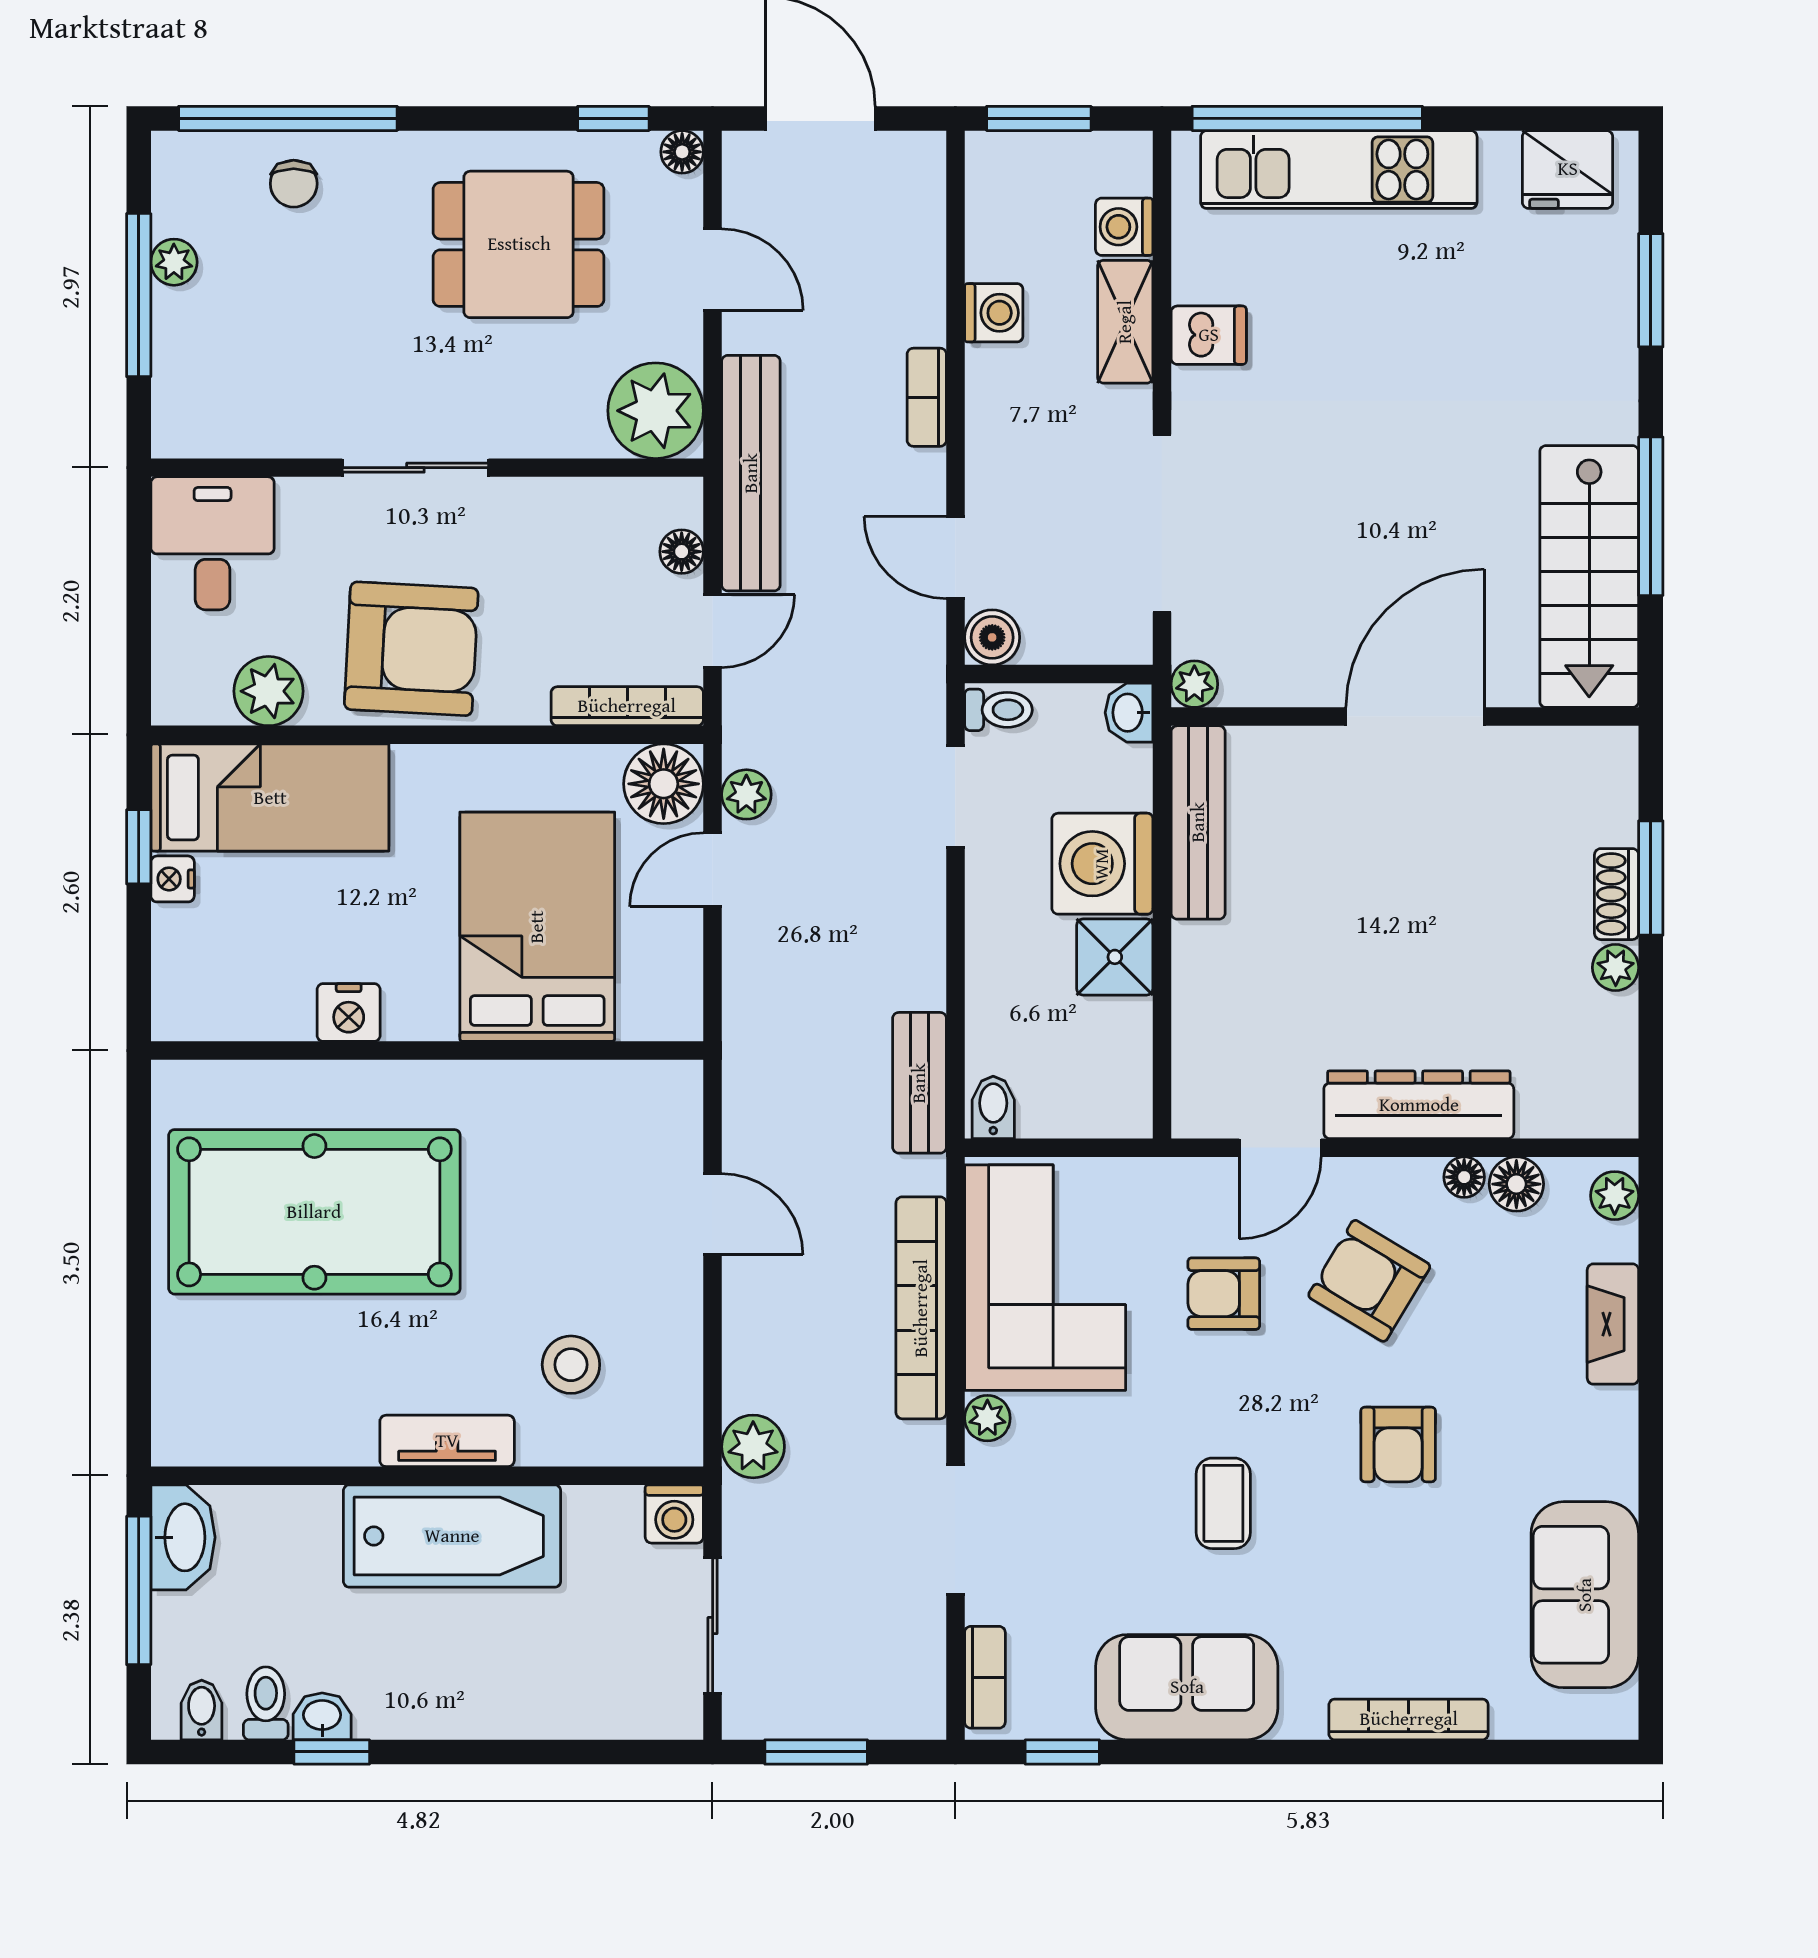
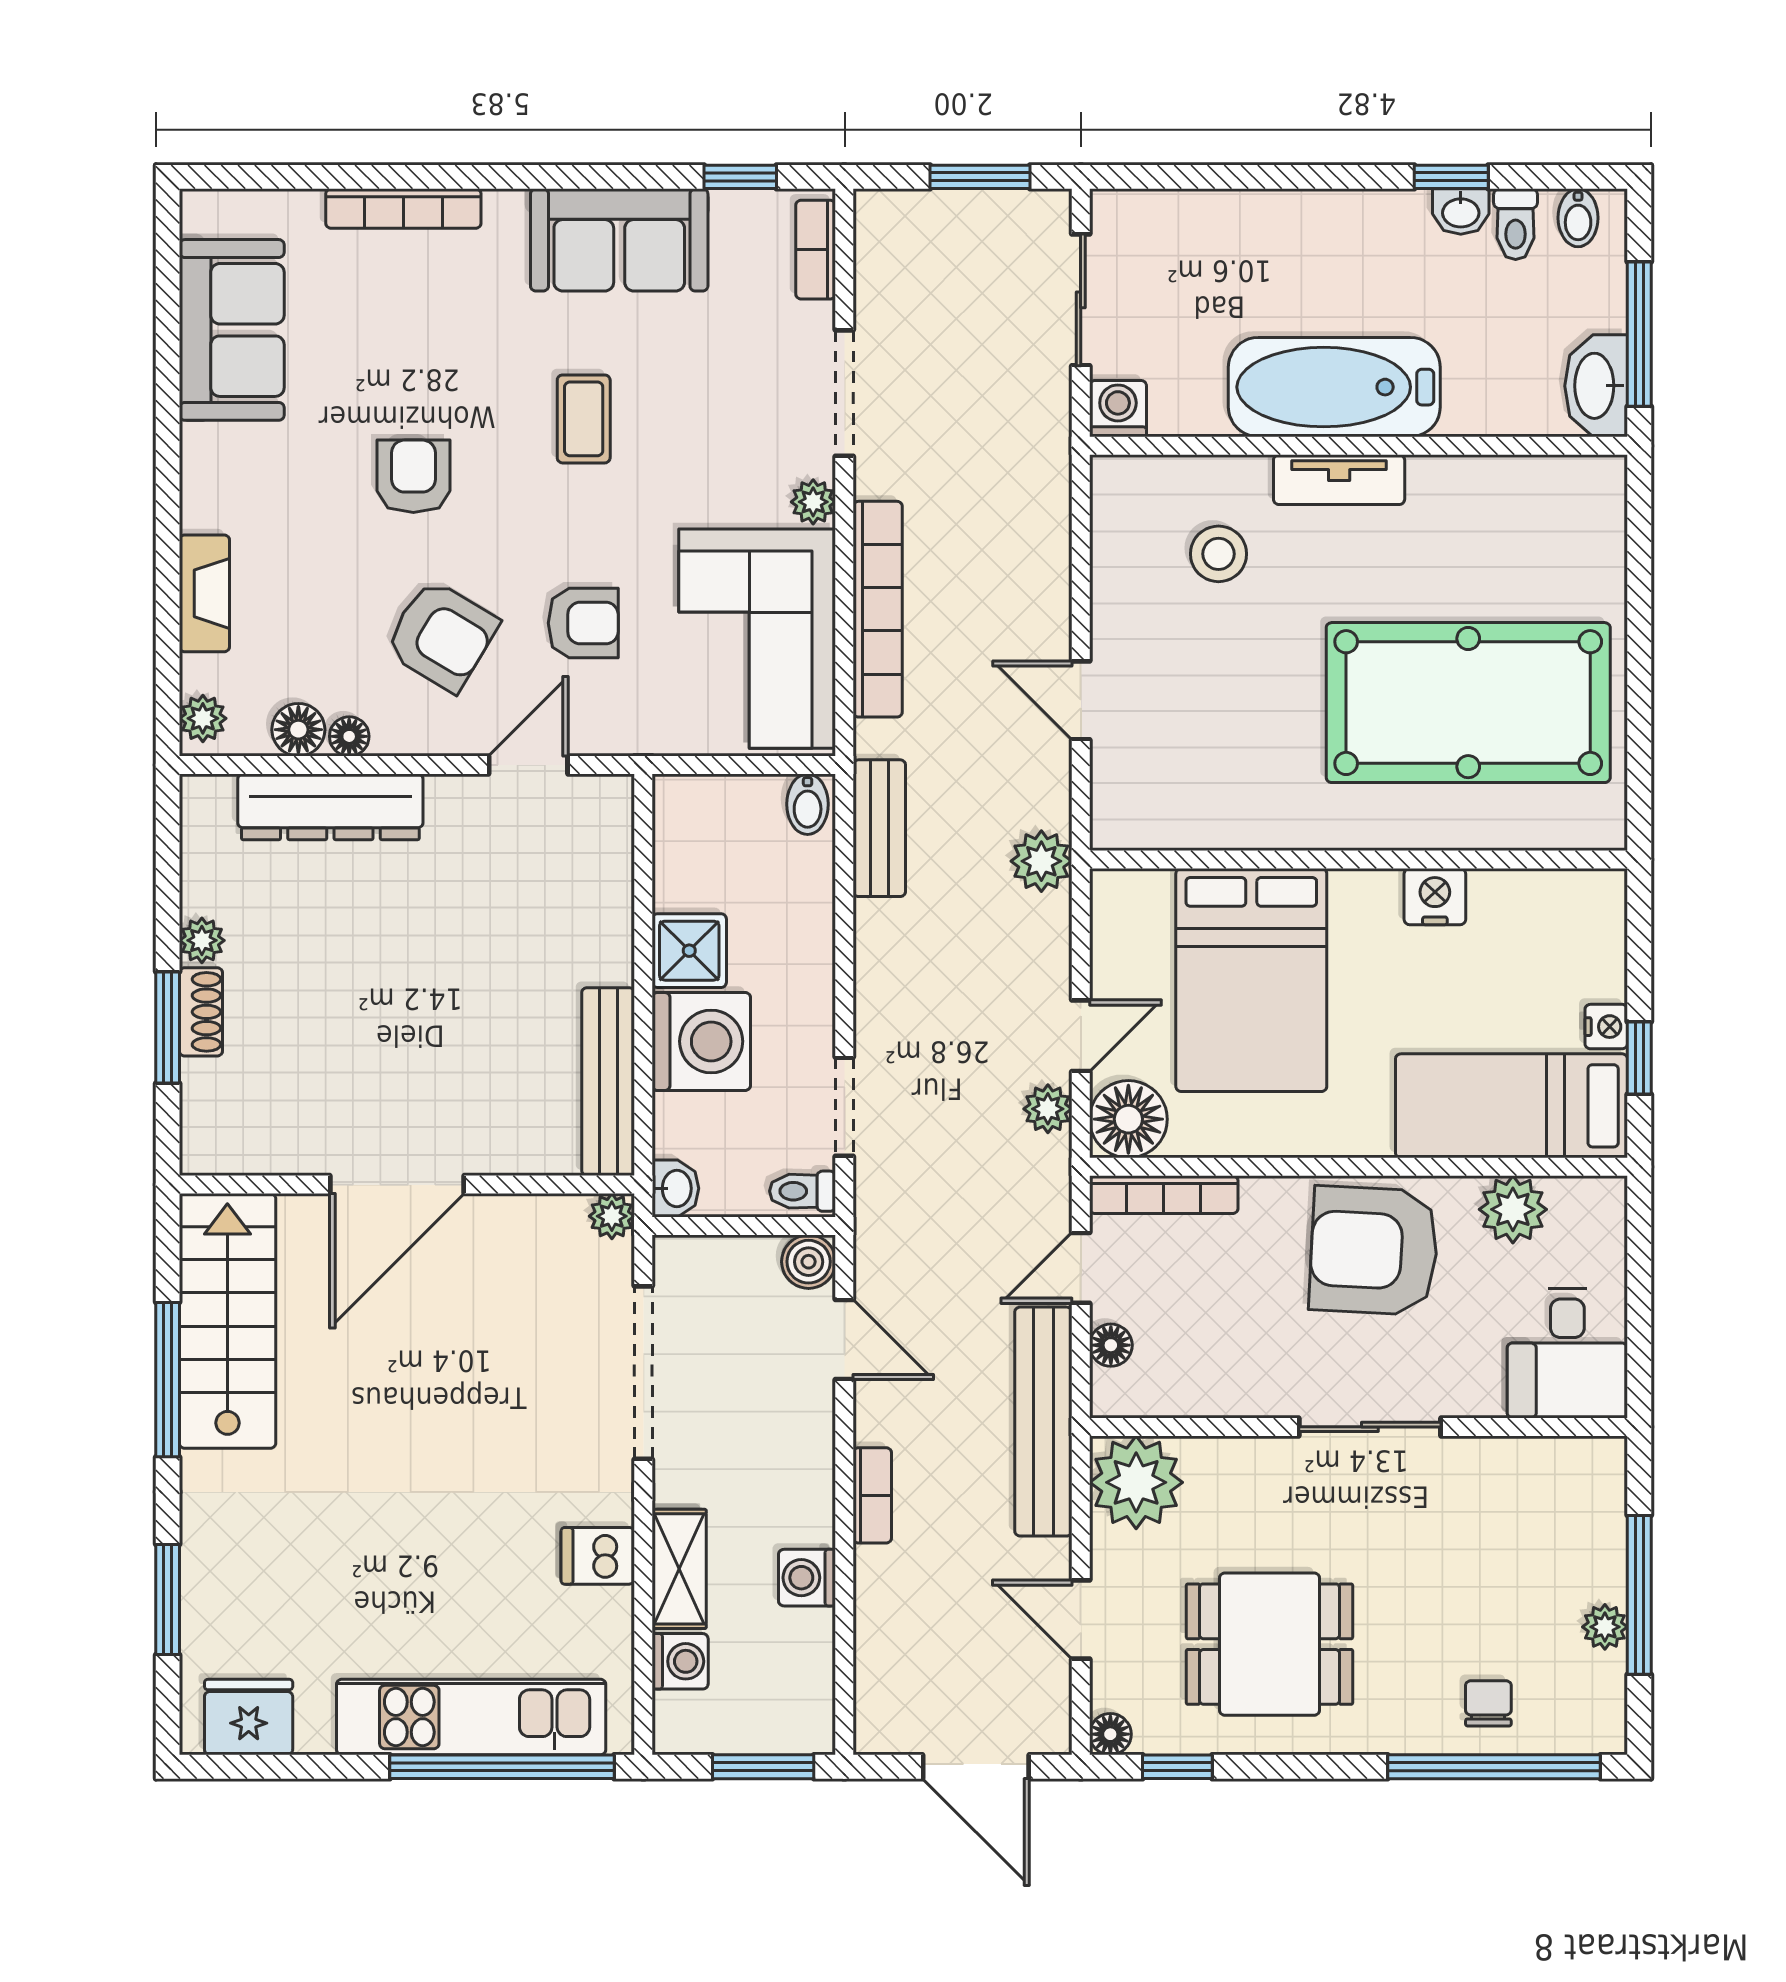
dresser: (1419, 1105) -> (330, 807), moved
plant: (753, 1446) -> (1041, 861), moved

